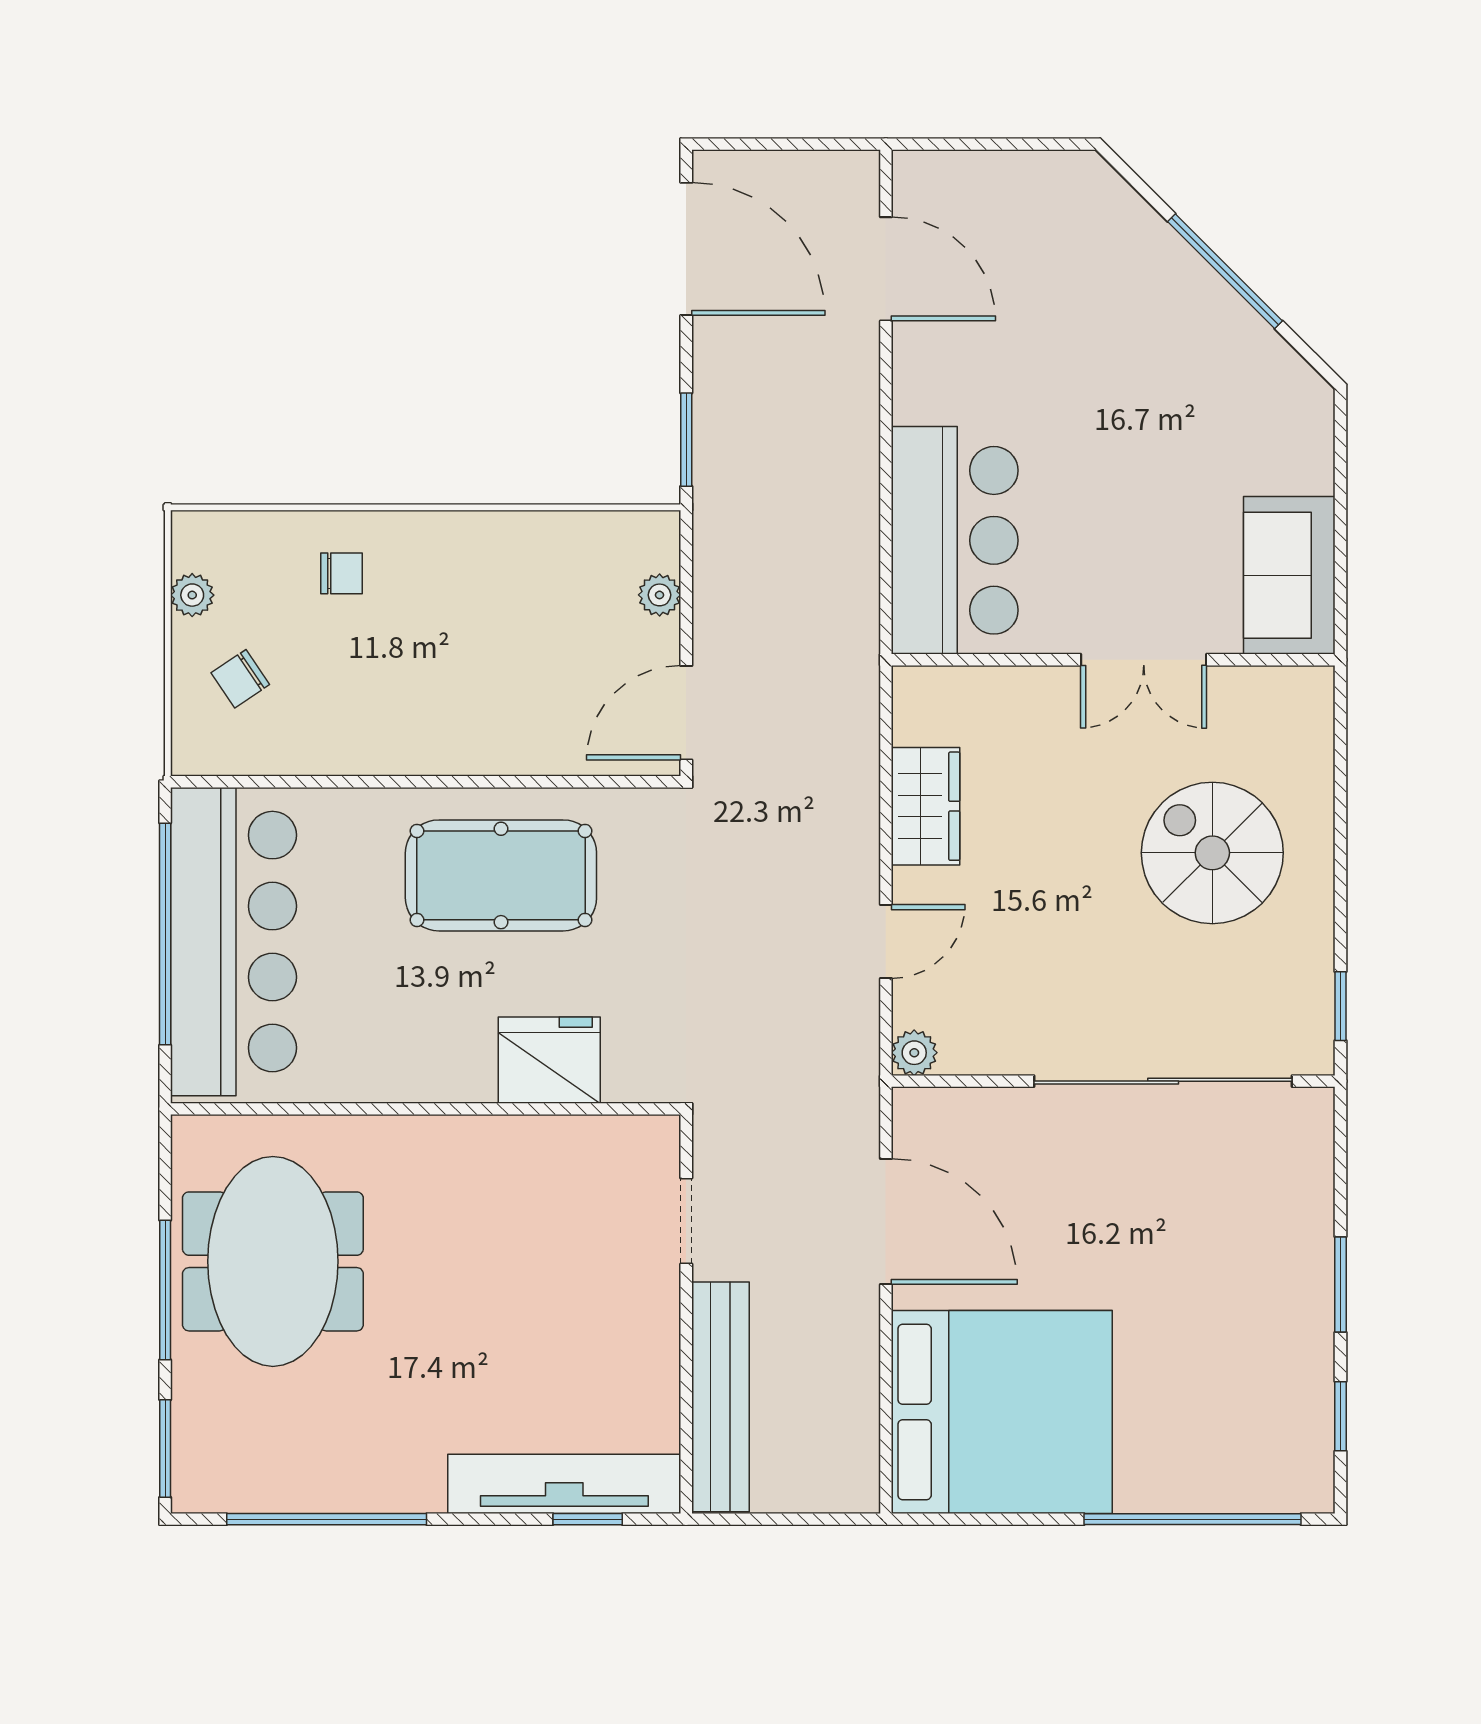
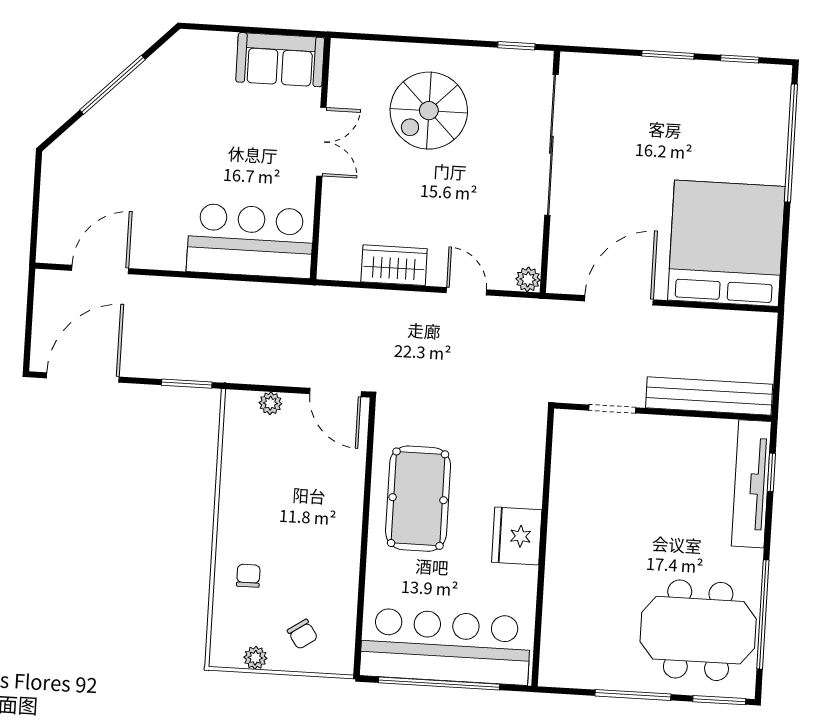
fridge: (549, 1060) -> (517, 536), moved
meeting table: (273, 1261) -> (698, 630), moved

